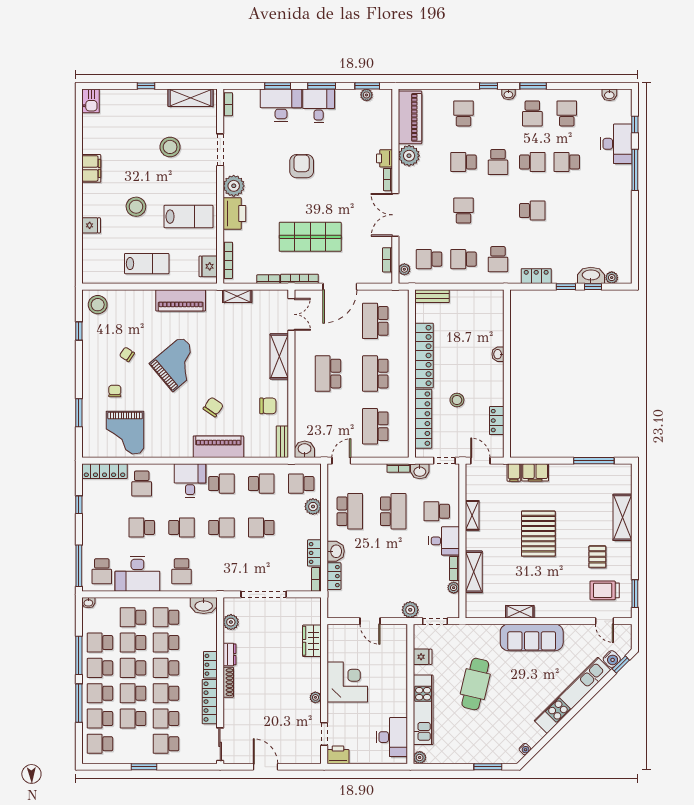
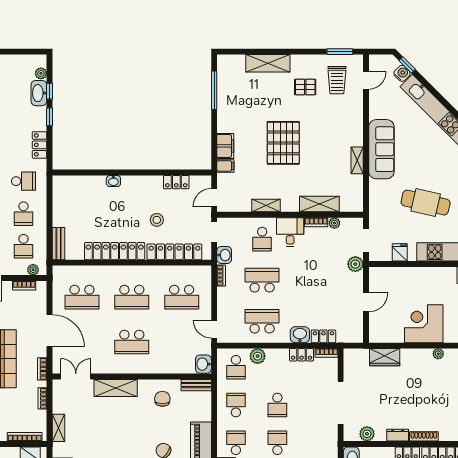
bookcase: (299, 279) -> (42, 369), width x0.64
pallet: (538, 534) -> (283, 143), turned 90

